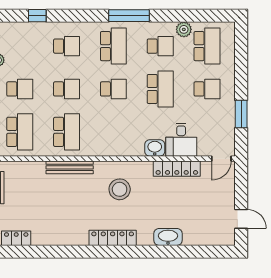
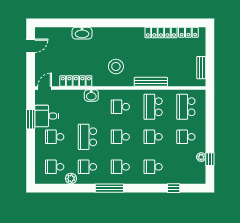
school desk: (113, 46) -> (120, 167), width x0.54
school desk: (207, 46) -> (55, 167), width x0.54
school desk: (113, 132) -> (120, 107), added
desk: (181, 140) -> (47, 116), moved, turned -90
door: (241, 219) -> (31, 46), swing flipped
locker: (113, 238) -> (161, 33), moved

